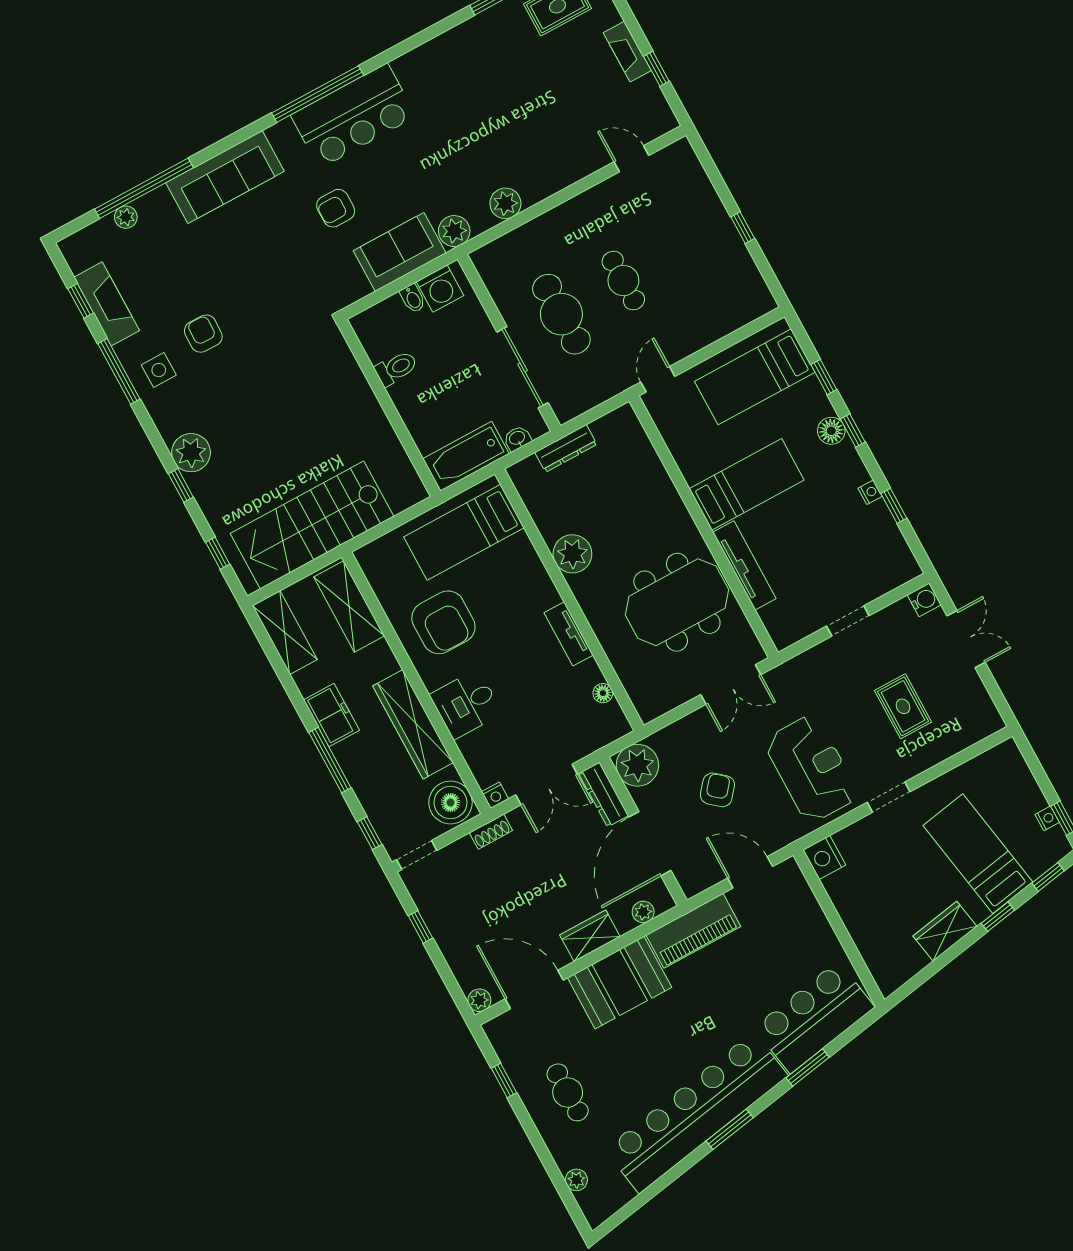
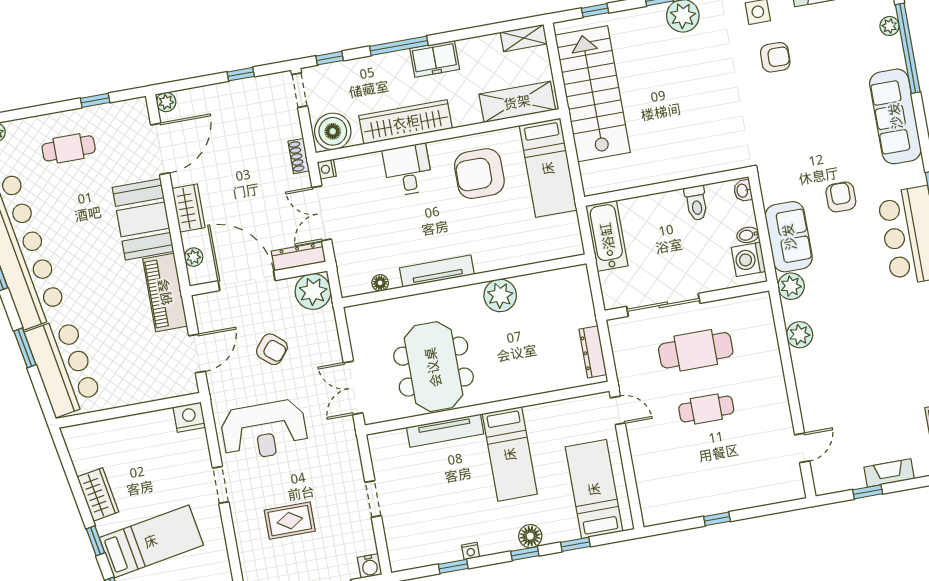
washbasin: (517, 438) -> (743, 191), moved, turned 180
dresser: (566, 448) -> (593, 352), moved
bed: (464, 532) -> (548, 168), moved, turned 180
shelving: (285, 633) -> (524, 38), width x0.67, depth x0.75
tv unit: (569, 634) -> (437, 271), width x1.41

